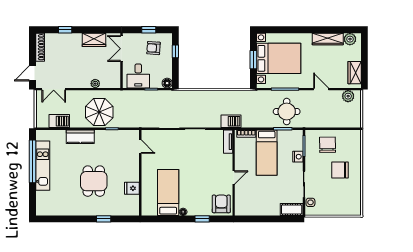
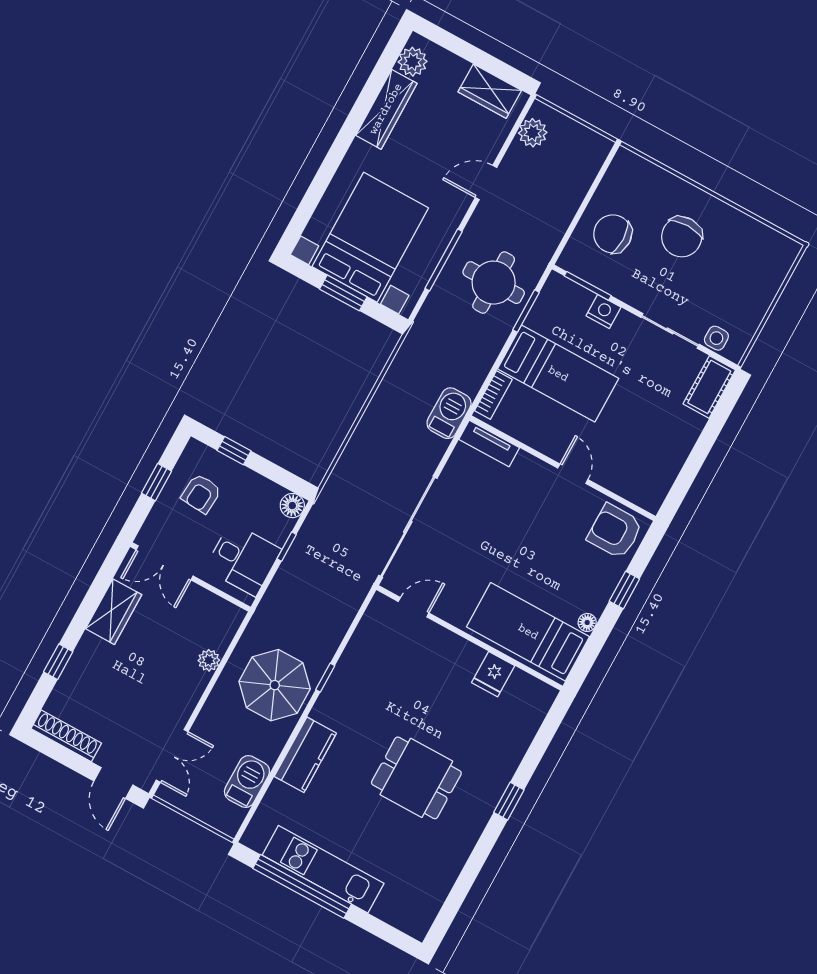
door: (140, 147) -> (414, 607), moved
wall: (140, 173) -> (470, 638), moved
fridge: (132, 188) -> (493, 674), moved

